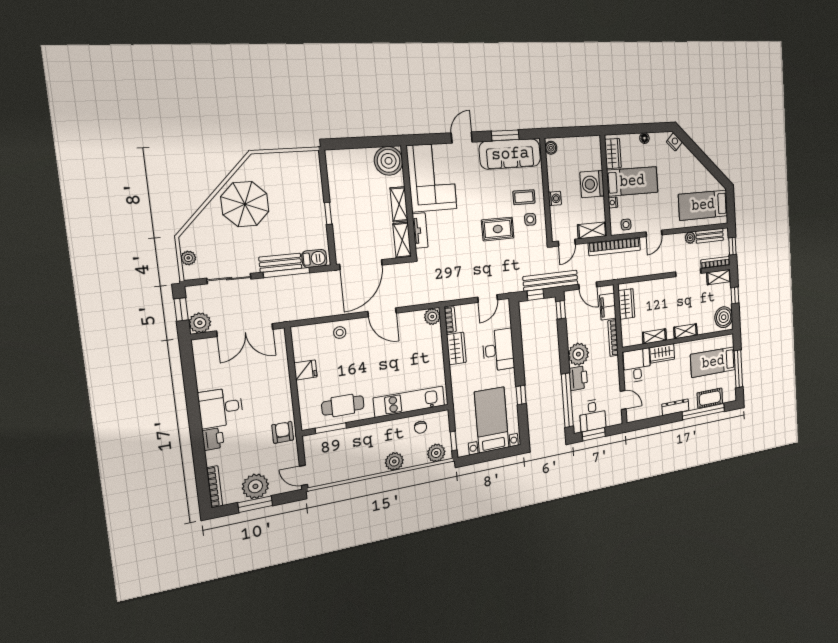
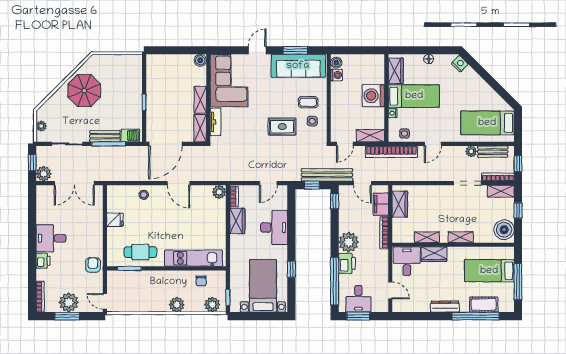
boiler: (389, 161) -> (200, 60), width x0.54, depth x0.54
washing machine: (555, 198) -> (336, 75), moved

